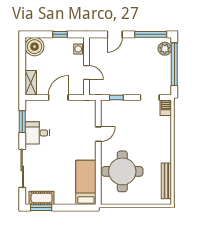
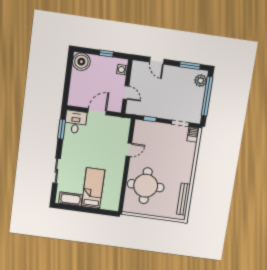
door: (115, 34) -> (157, 61), hinge flipped
window: (151, 34) -> (190, 65), width x0.69
shelving: (31, 83) -> (74, 95), removed
desk: (37, 133) -> (76, 122), moved, turned 90
sliding door: (22, 168) -> (56, 171), width x0.73
bed: (86, 182) -> (93, 188), moved
window: (41, 208) -> (69, 207), removed

